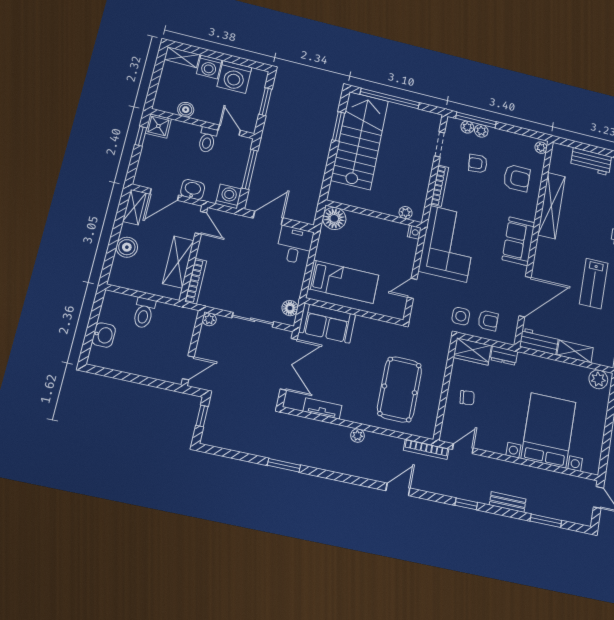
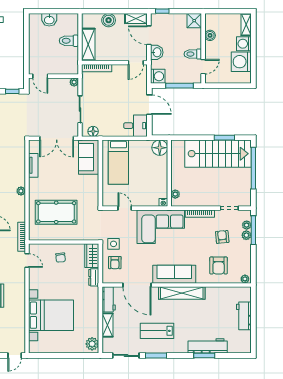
window: (265, 102) -> (229, 86), removed
window: (141, 136) -> (162, 11), moved
shelving: (551, 206) -> (182, 293), moved
sofa: (518, 241) -> (174, 274), width x1.36
shelving: (178, 262) -> (88, 44), moved, turned 90

